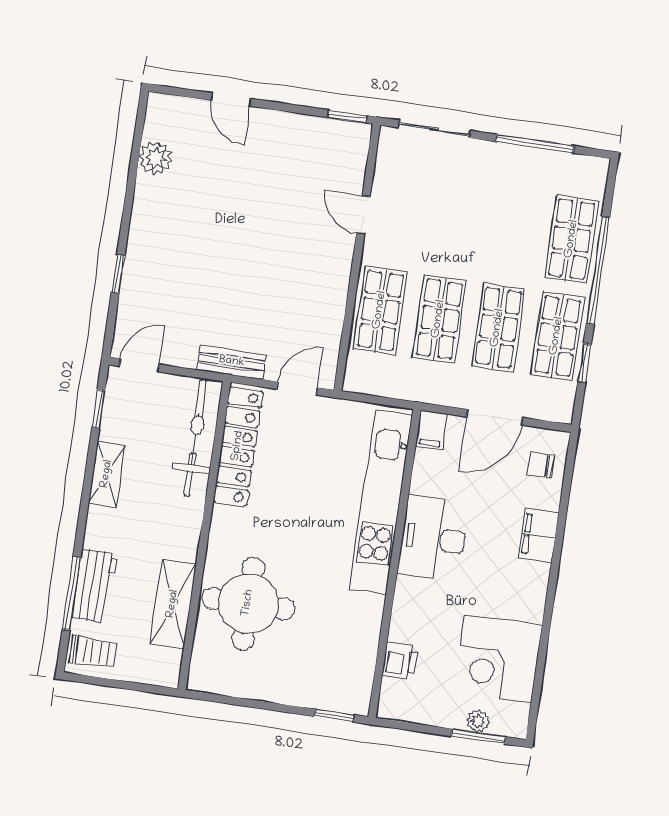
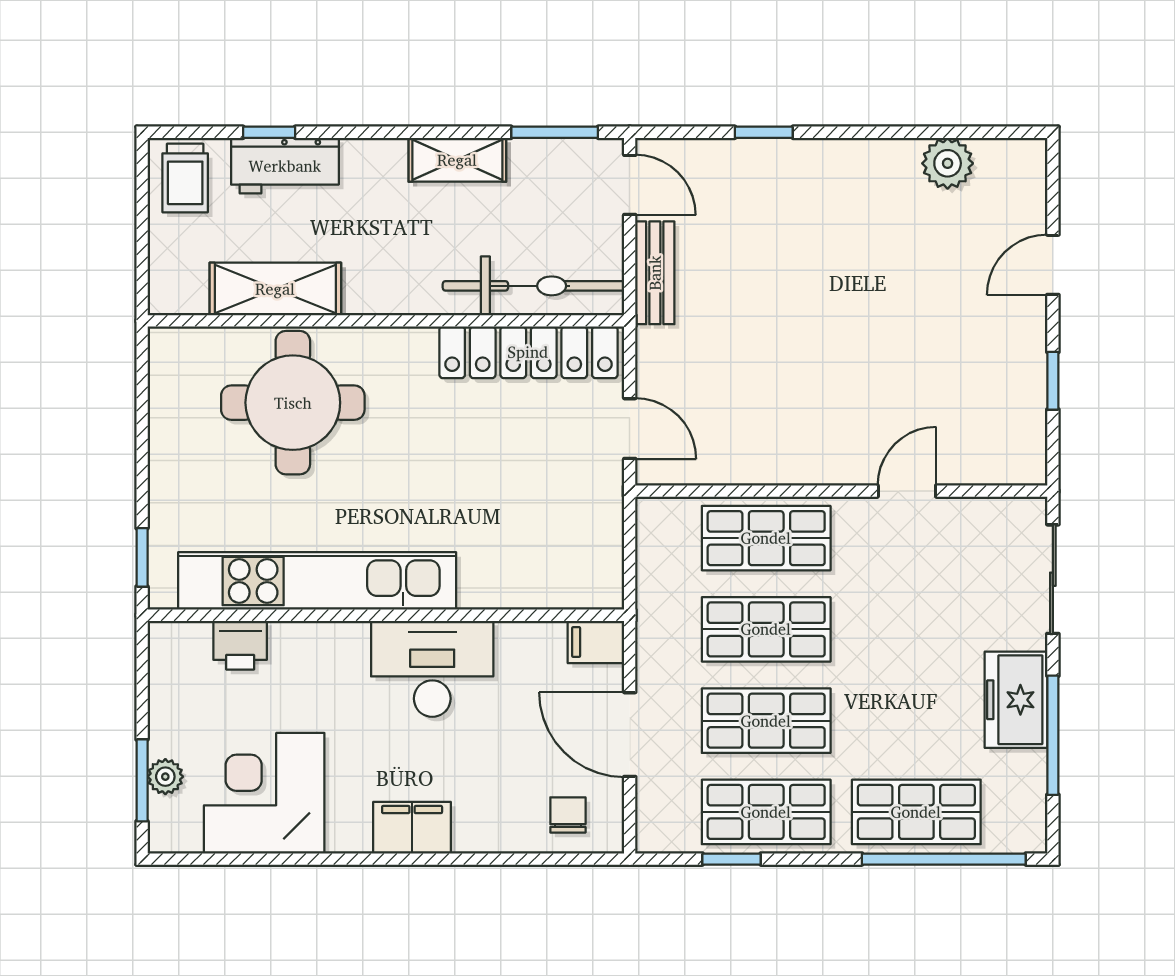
window: (347, 116) -> (1053, 381), moved
freezer: (508, 164) -> (1016, 700), added
window: (598, 271) -> (944, 859), moved
bench: (232, 362) -> (655, 273), moved
window: (98, 409) -> (555, 132), width x1.50
kitchen unit: (381, 502) -> (317, 581), moved
filing cabinet: (539, 535) -> (412, 828), moved
window: (71, 593) -> (269, 132), width x0.46

